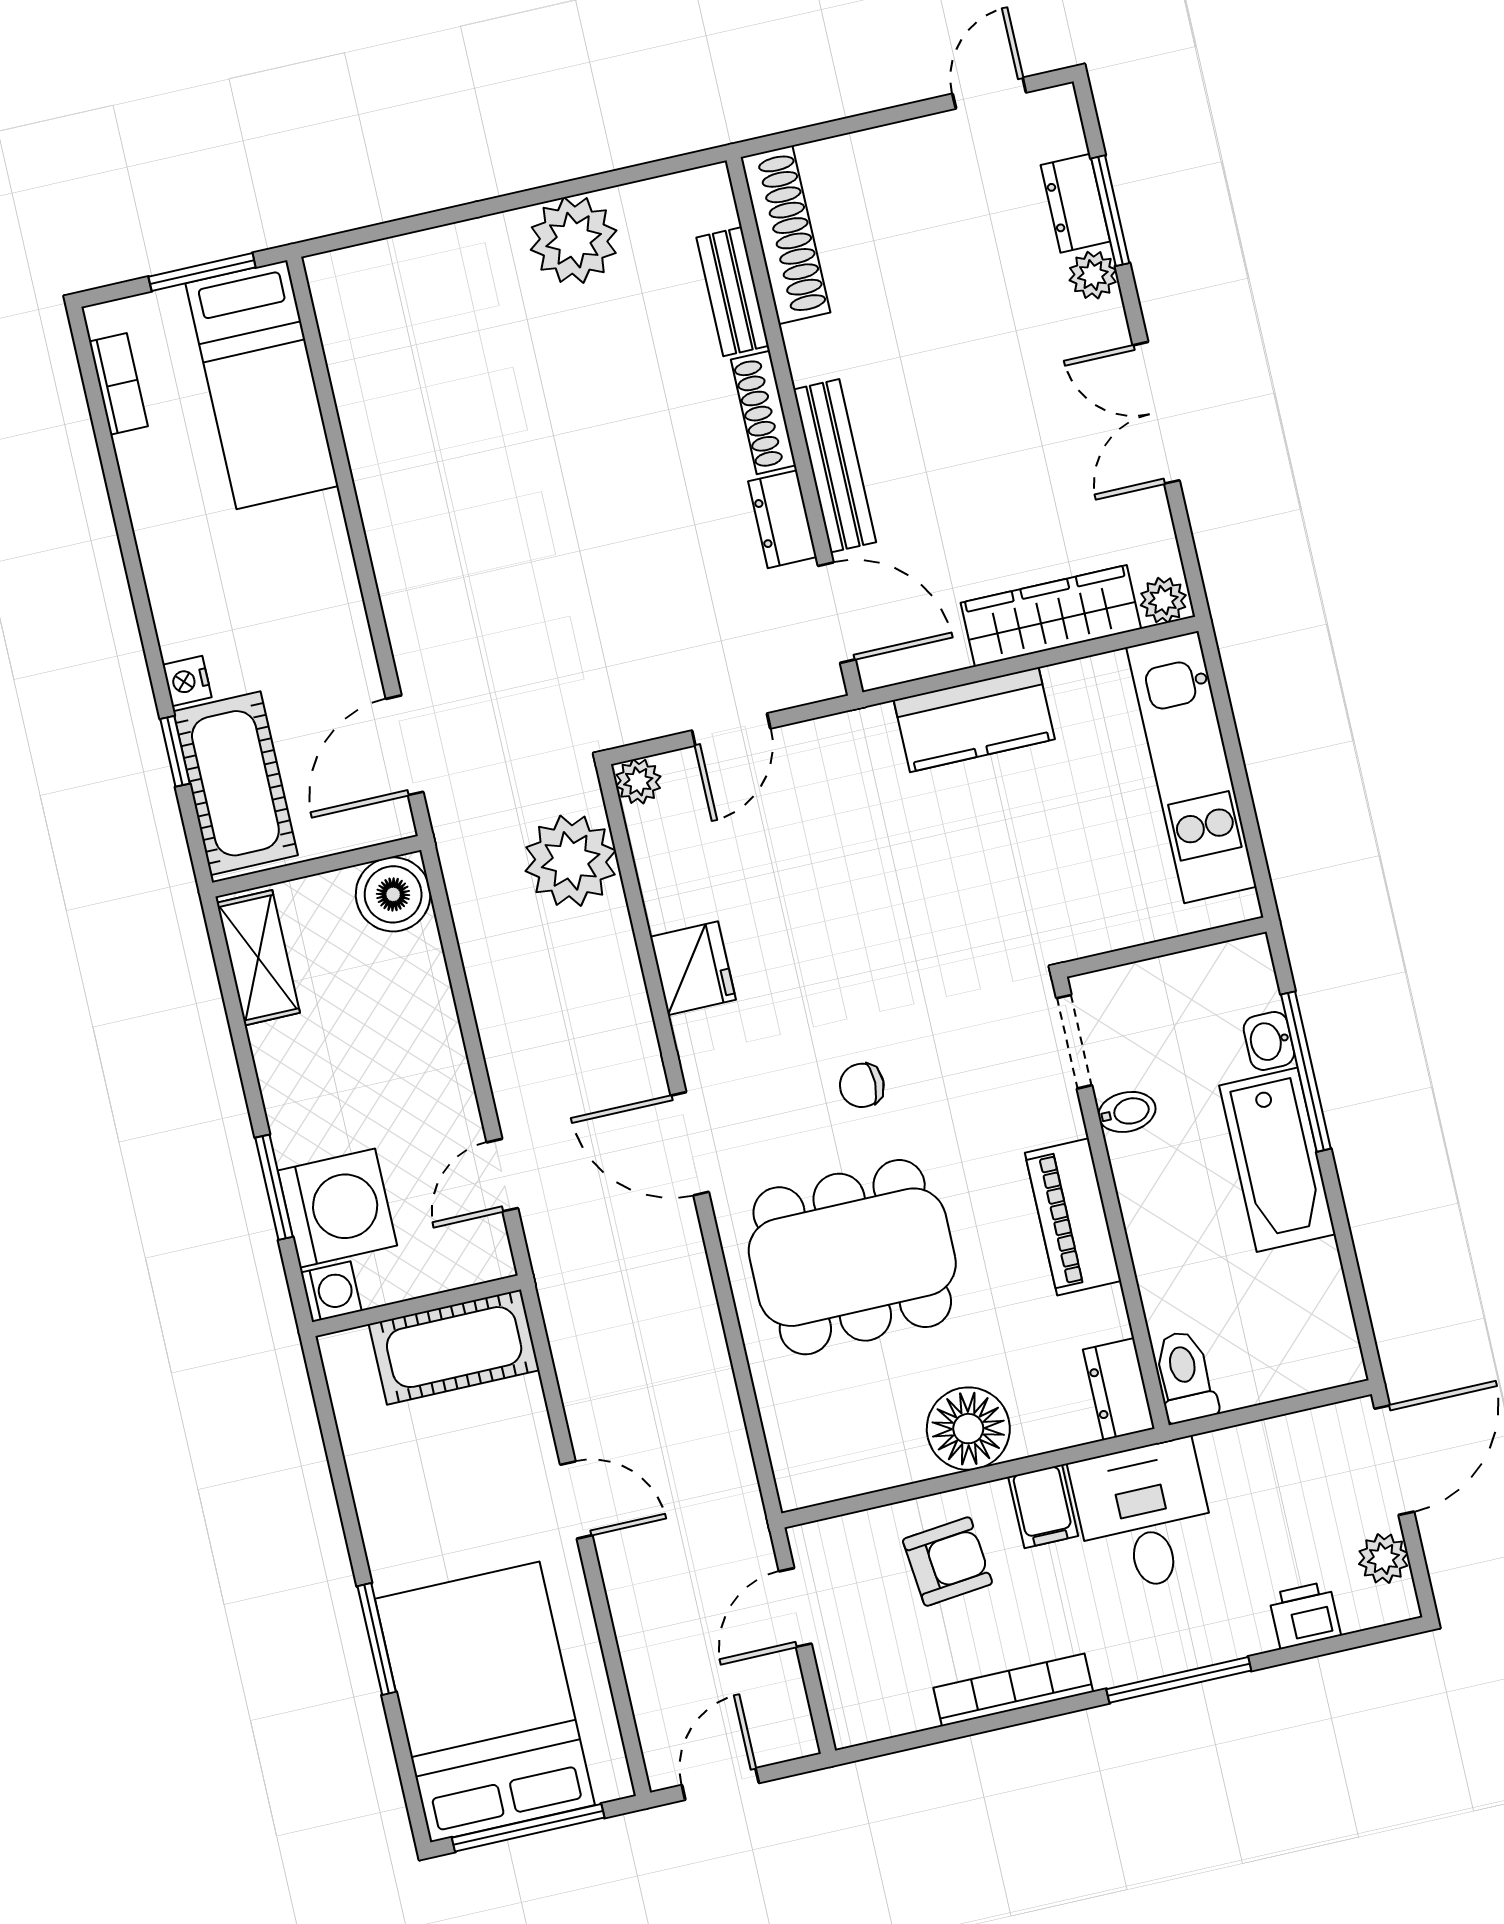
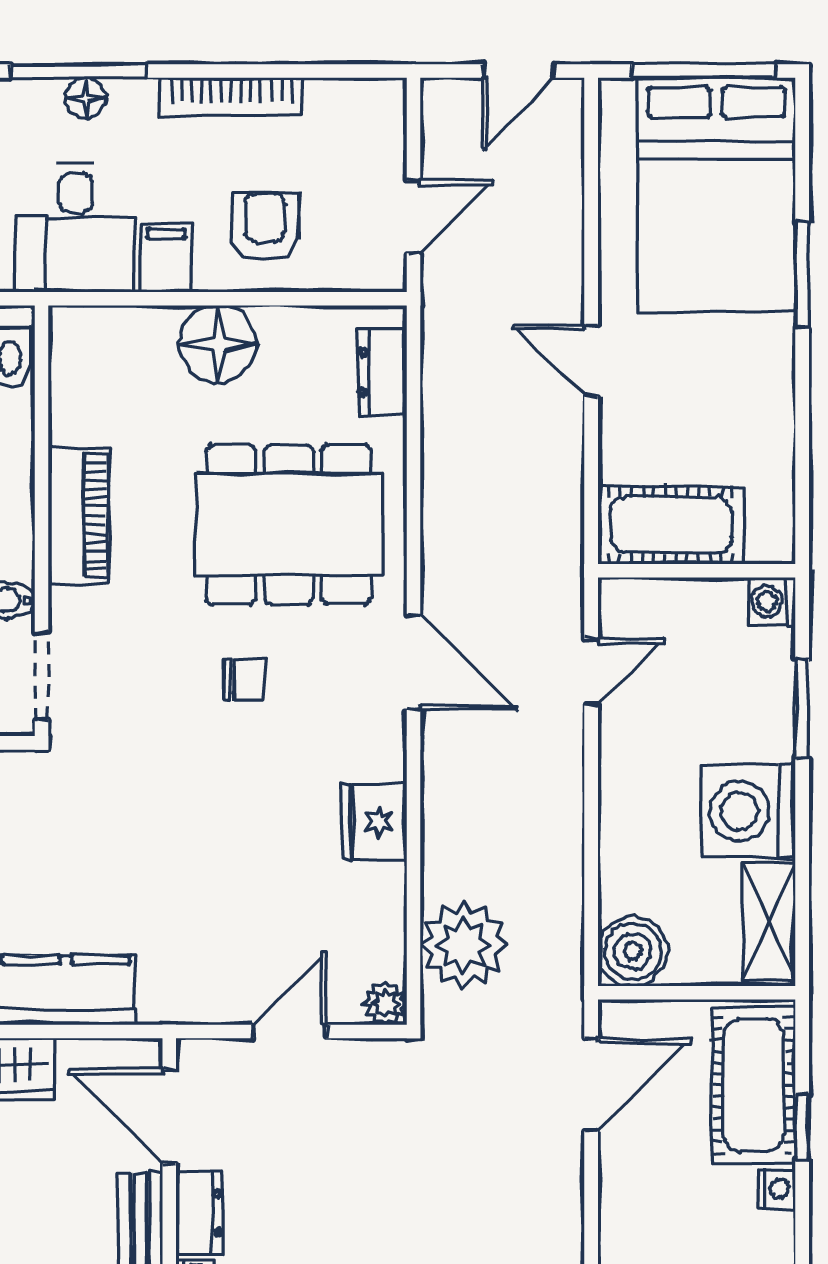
washing machine: (337, 1208) -> (749, 811), moved
dresser: (1119, 1389) -> (382, 372), moved, turned 180
armchair: (947, 1562) -> (265, 227), turned 96
floor lamp: (1165, 1654) -> (86, 98), added

